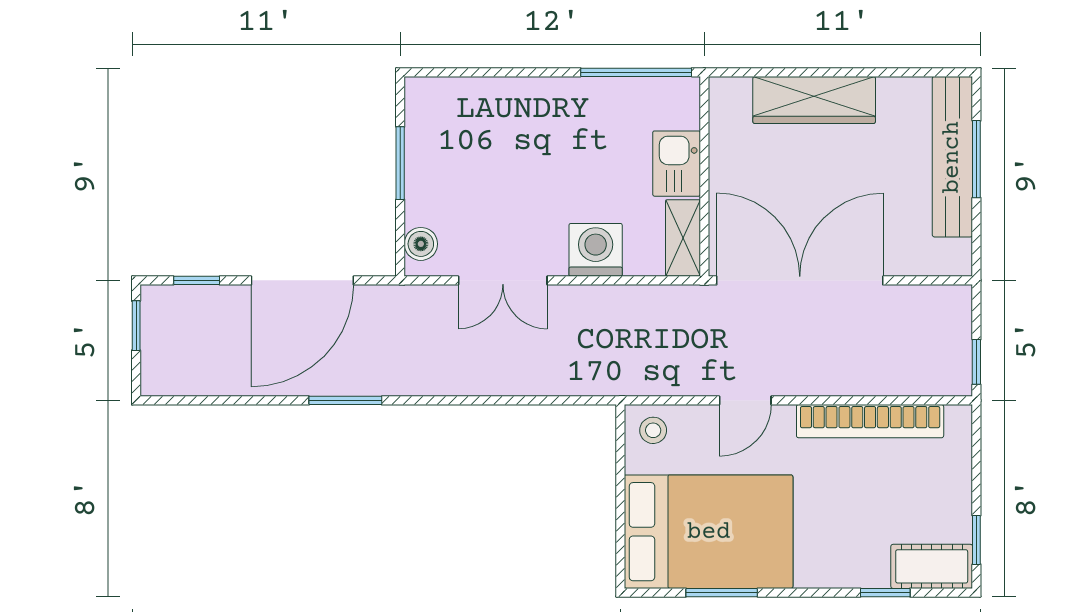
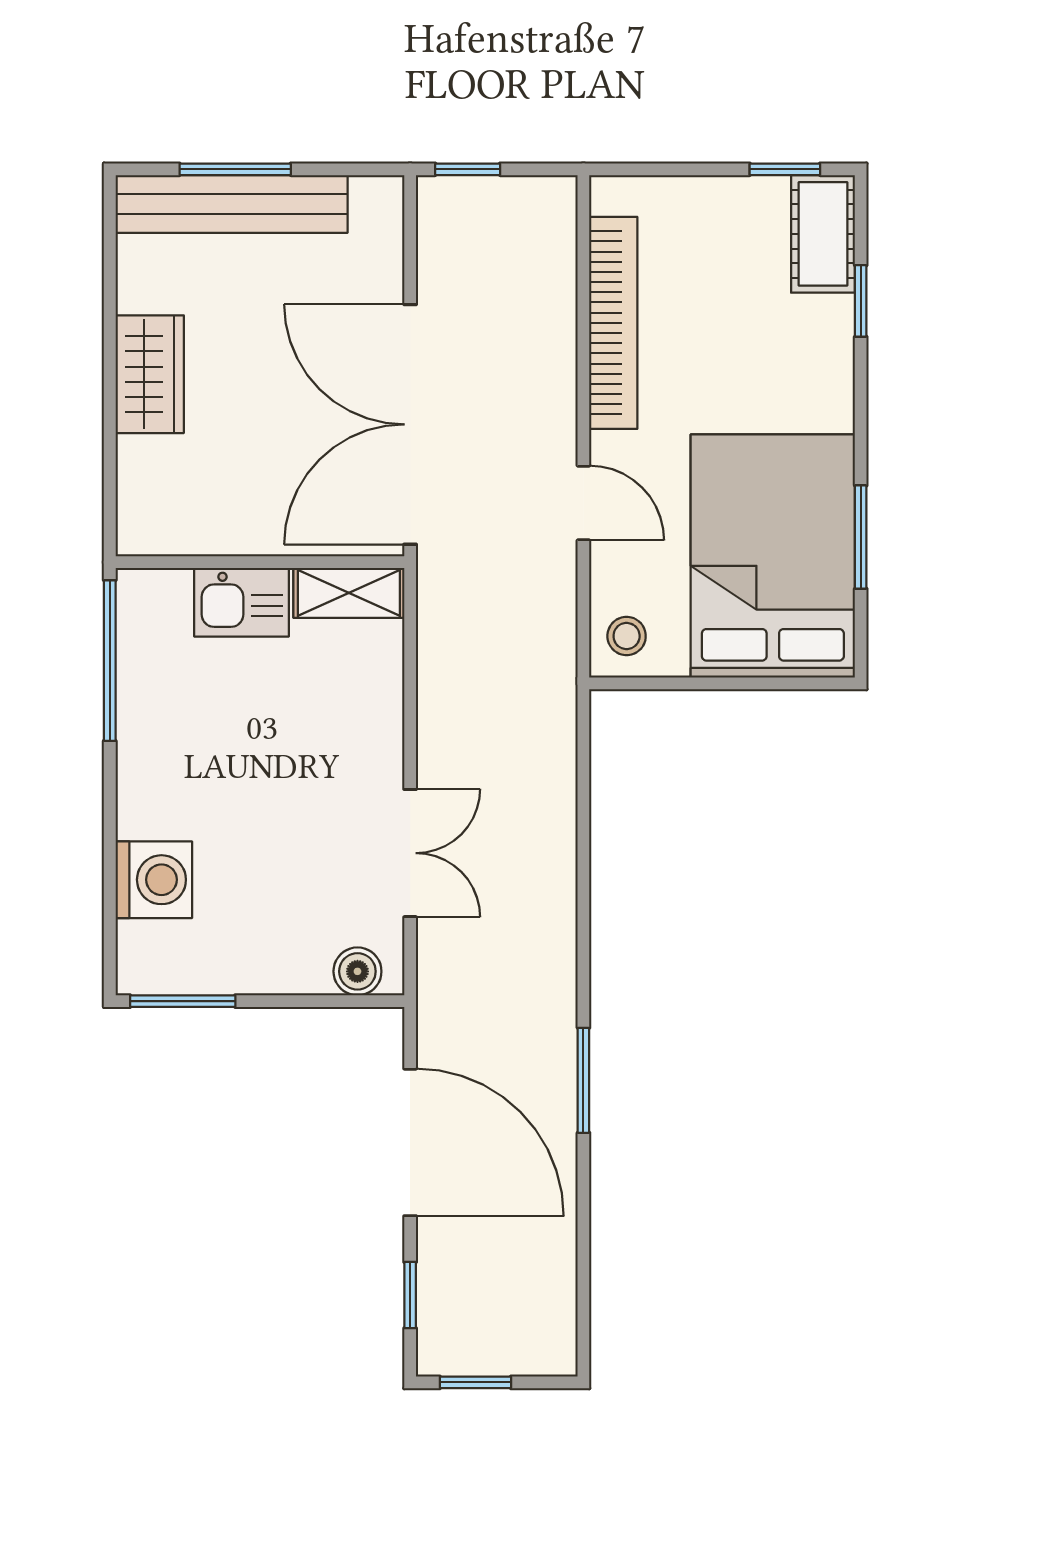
wardrobe: (814, 100) -> (150, 374), width x0.67
window: (400, 163) -> (183, 1001), moved
washing machine: (596, 250) -> (154, 880), moved, turned 180
window: (976, 362) -> (468, 169), moved

